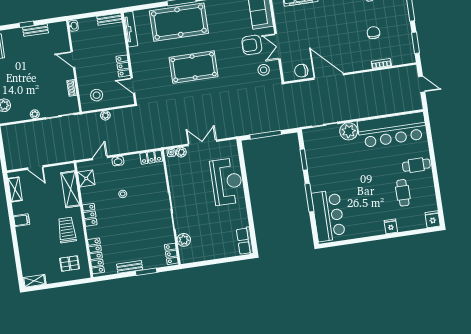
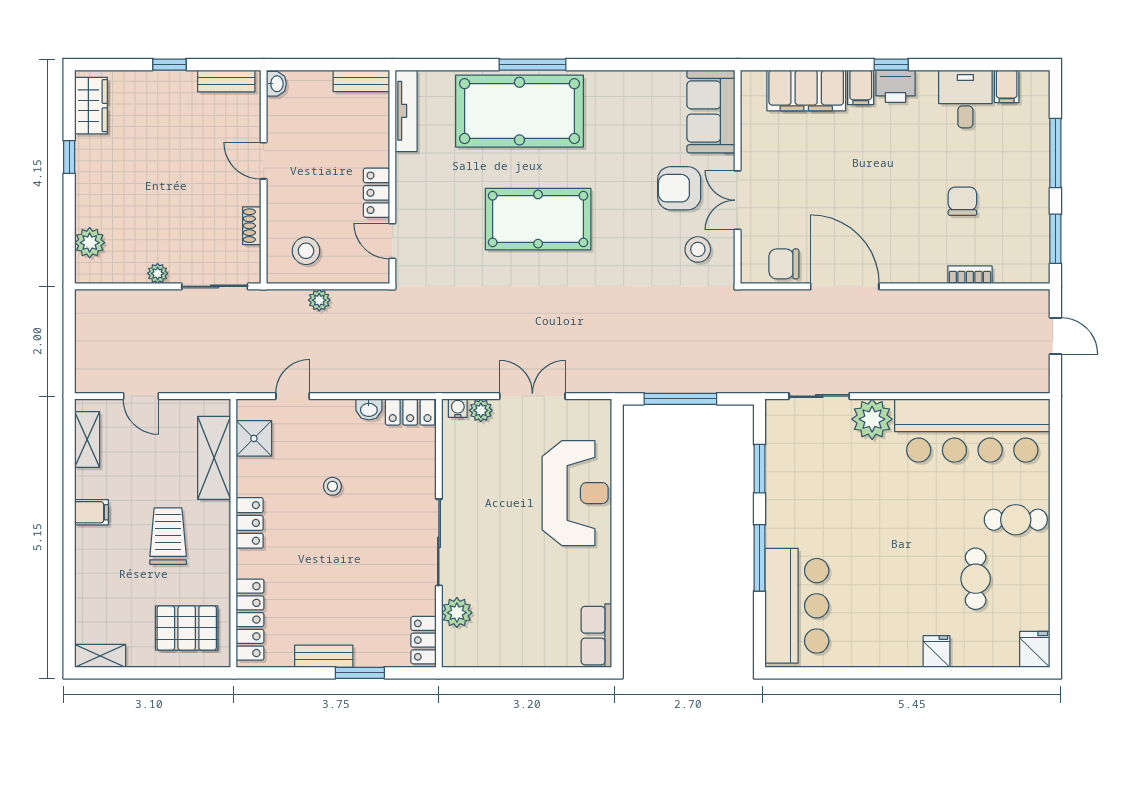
bench: (36, 30) -> (226, 81), moved
washbasin: (118, 161) -> (369, 409), moved
trolley: (67, 230) -> (168, 536), moved
pallet: (69, 264) -> (187, 628), width x1.50, depth x1.42

